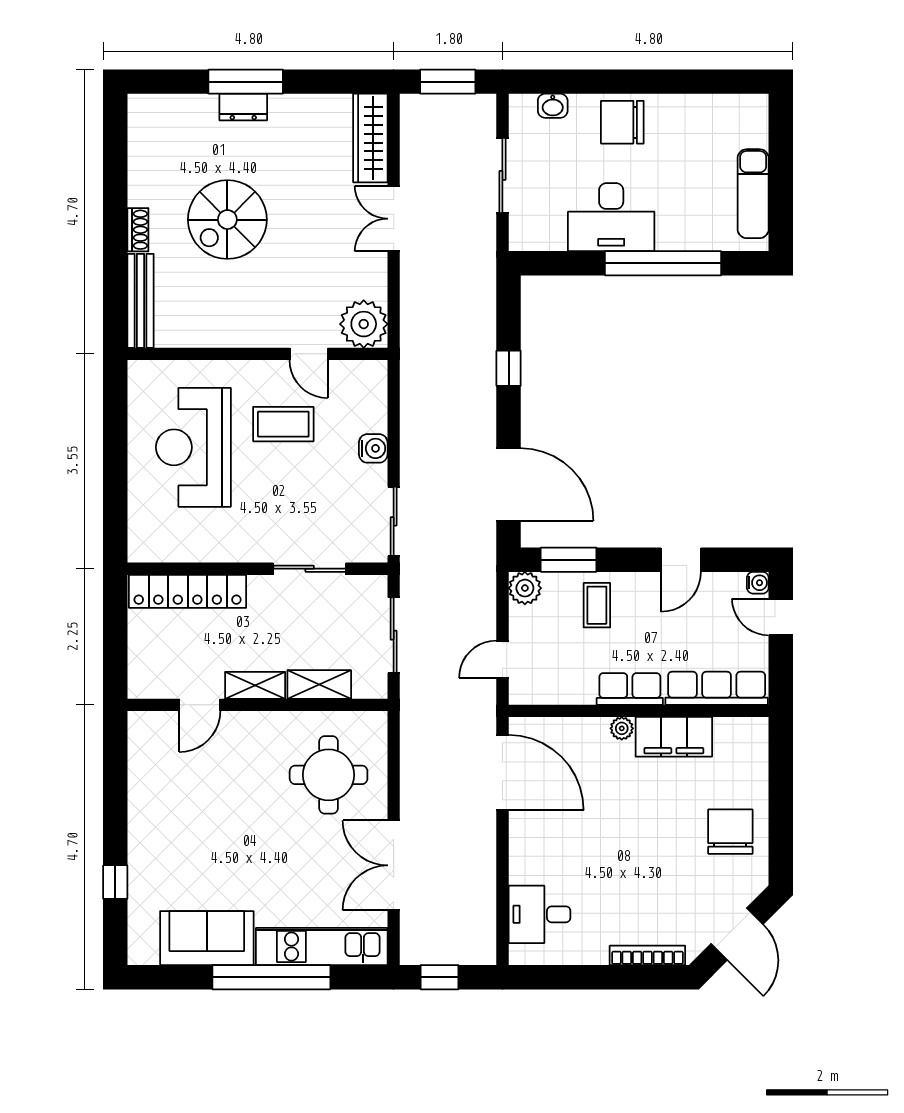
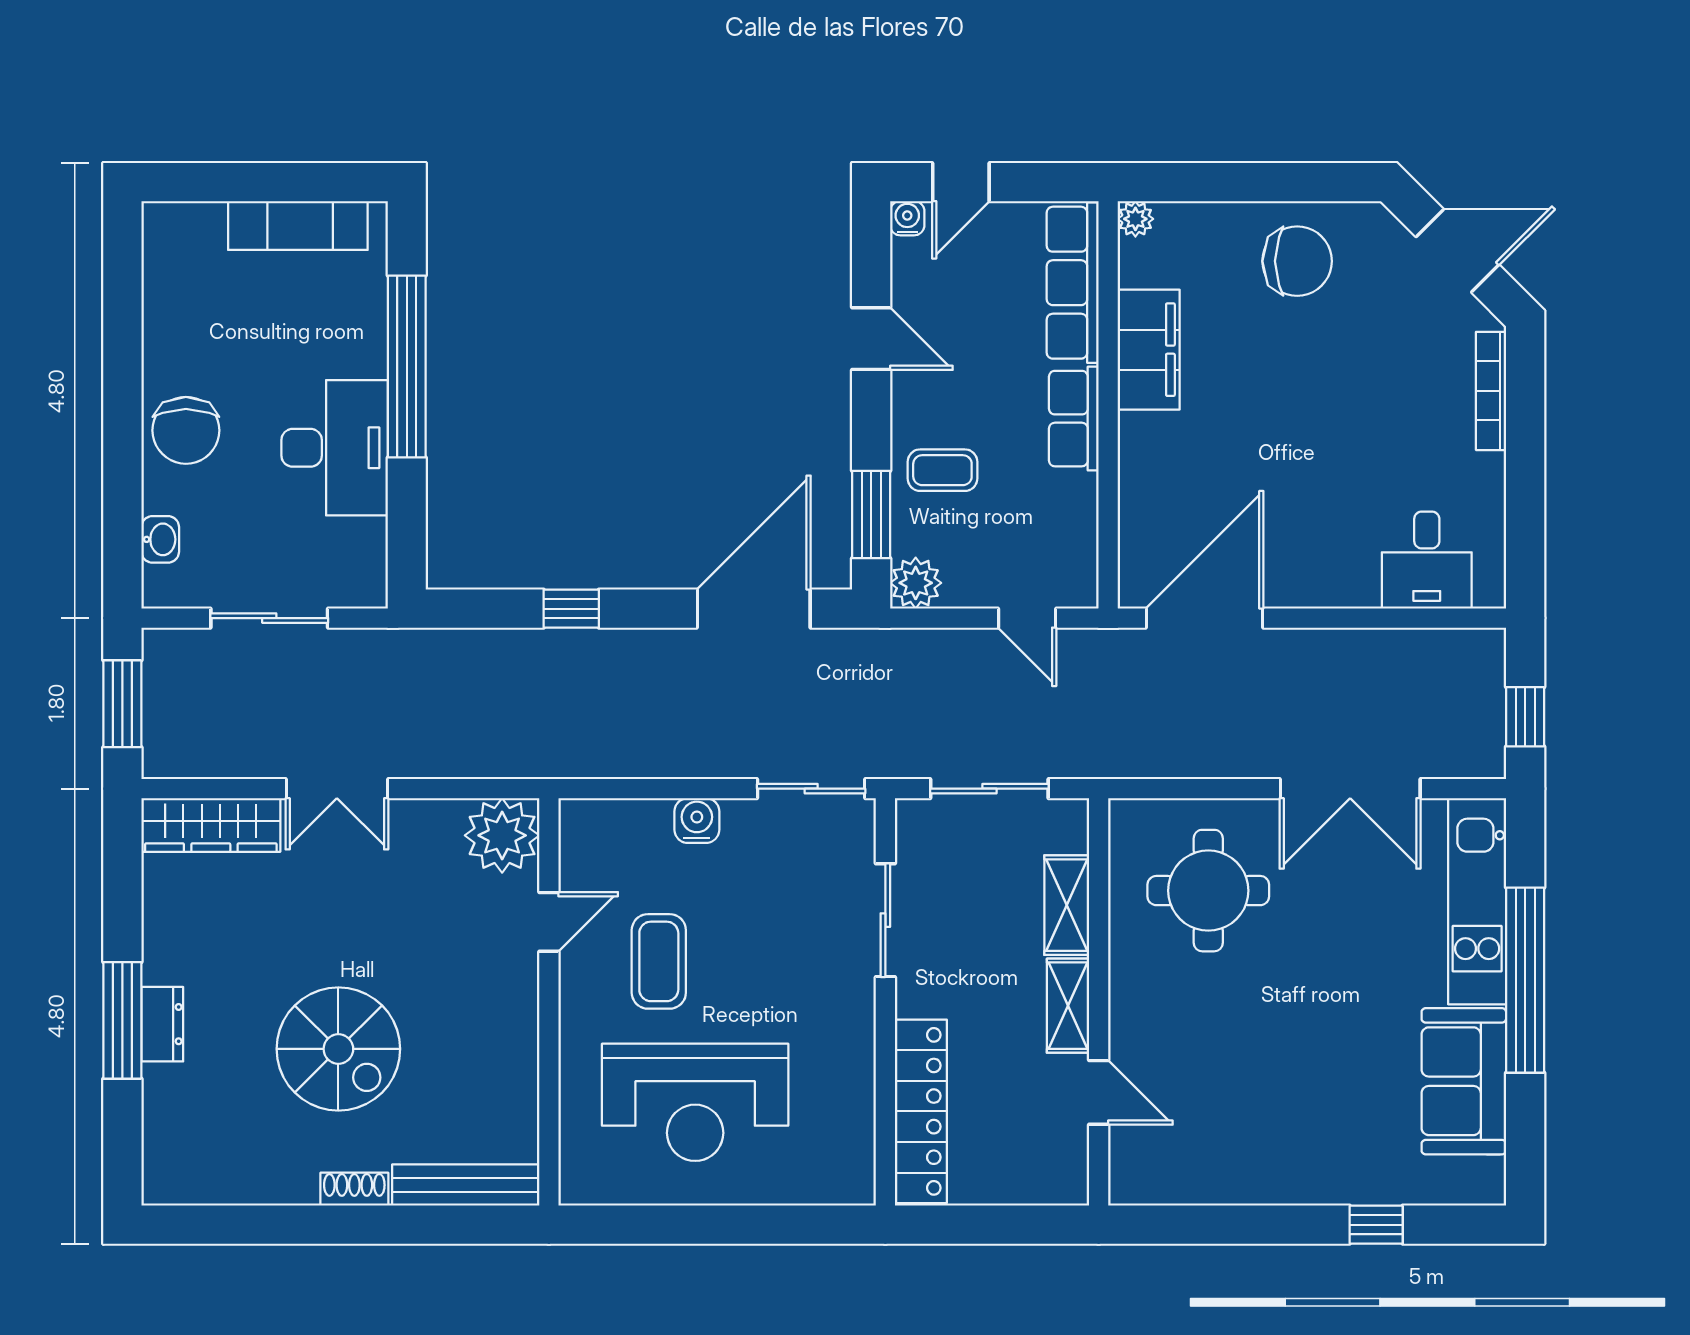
plant: (622, 728) -> (1135, 219), moved
chair: (730, 832) -> (1297, 261), turned 180

